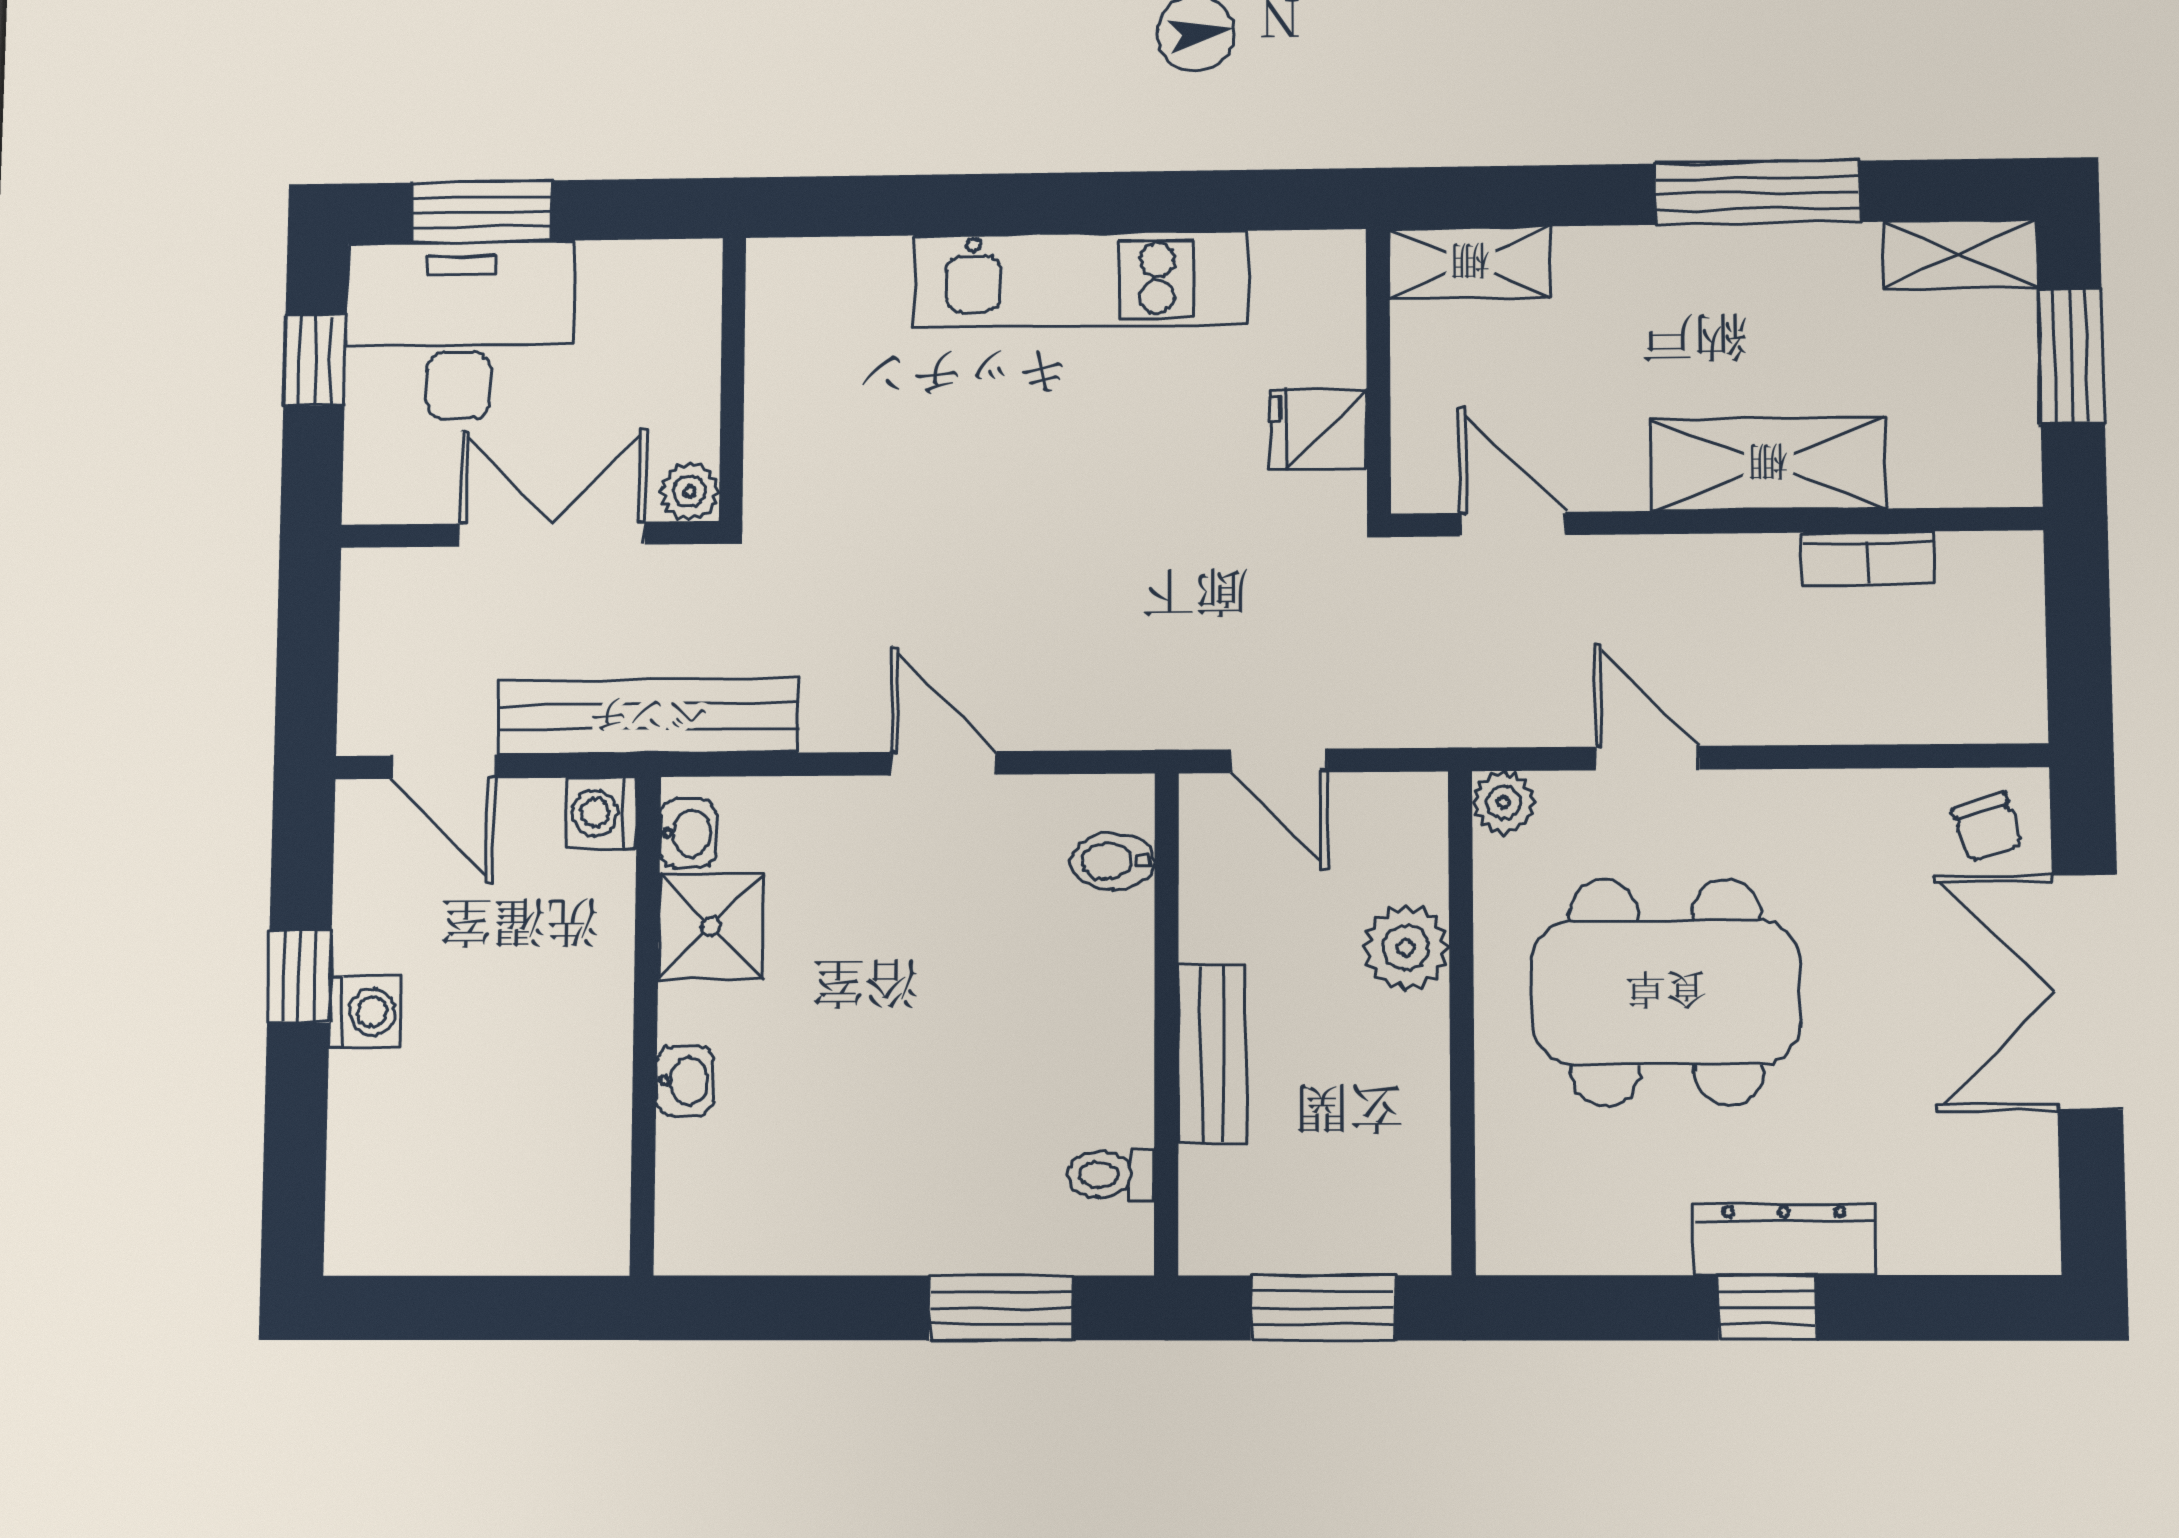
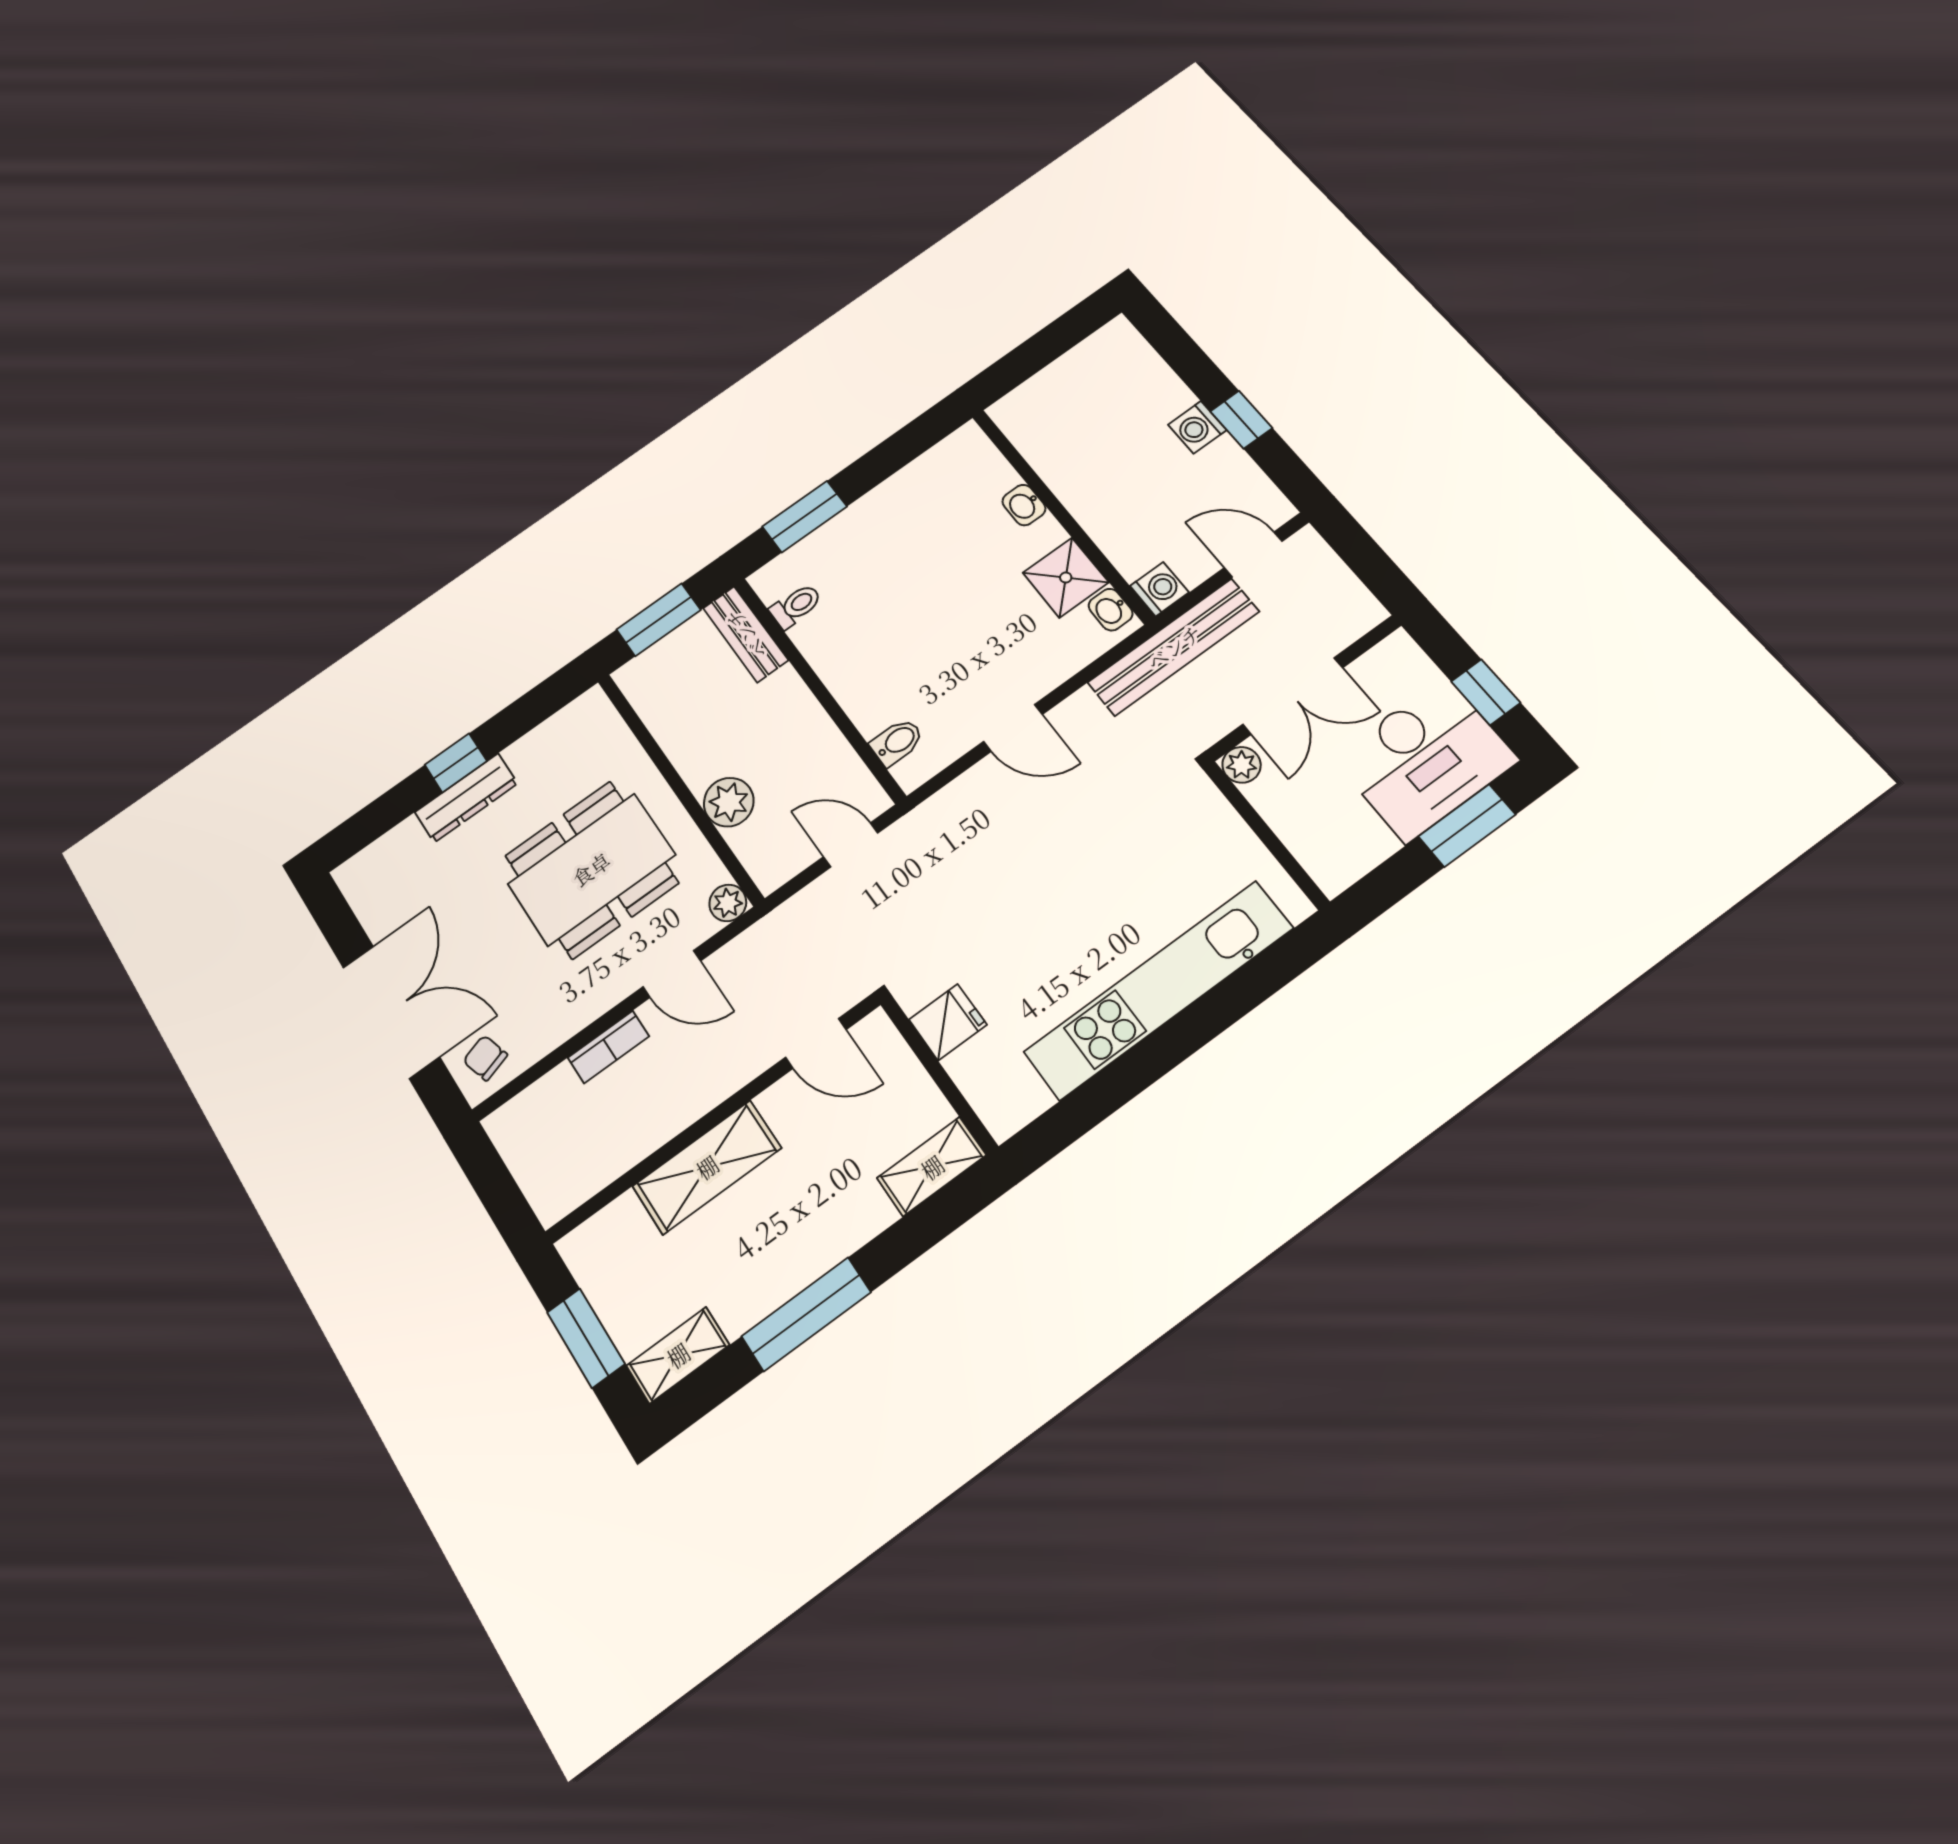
kitchen unit: (1080, 279) -> (1159, 990), width x1.36
bookcase: (1868, 558) -> (608, 1047), moved, turned 180
bench: (1212, 1054) -> (746, 634), moved

